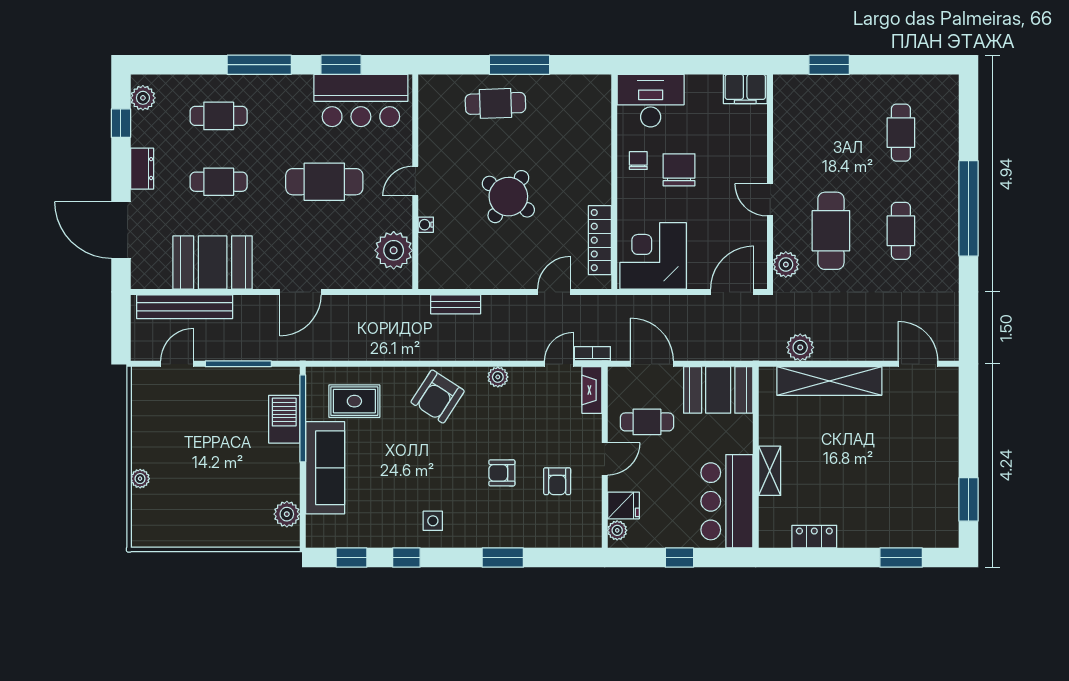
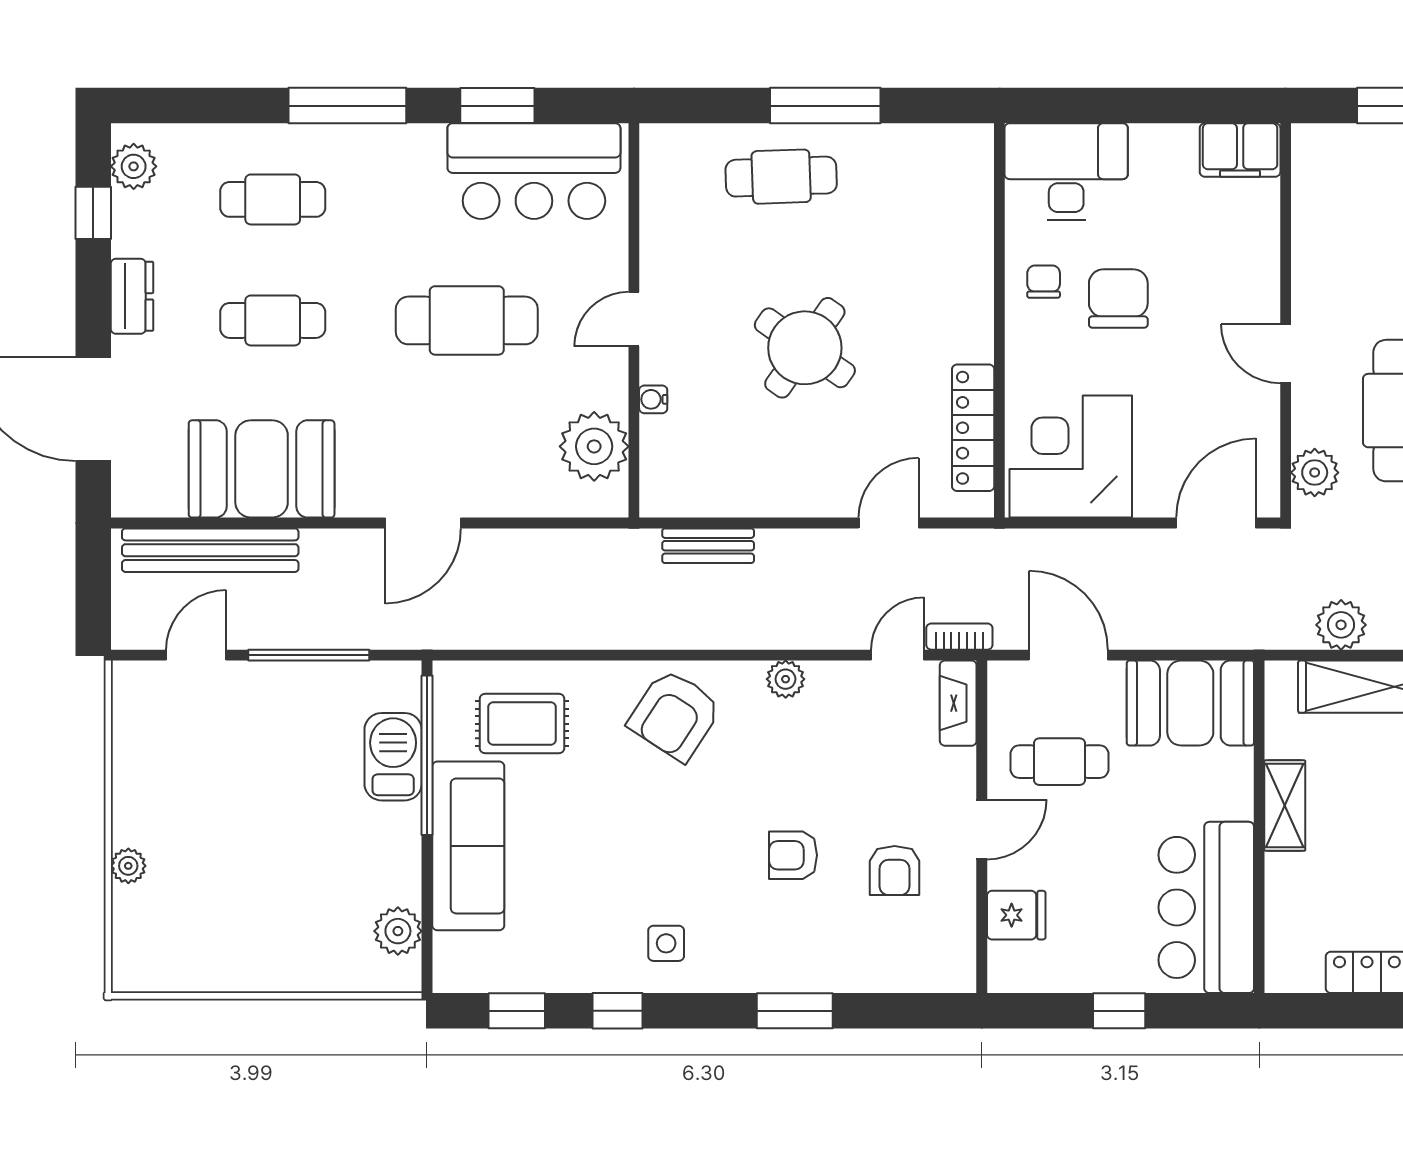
shelving: (770, 471) -> (1285, 806), moved
plant: (617, 530) -> (1005, 961), removed

